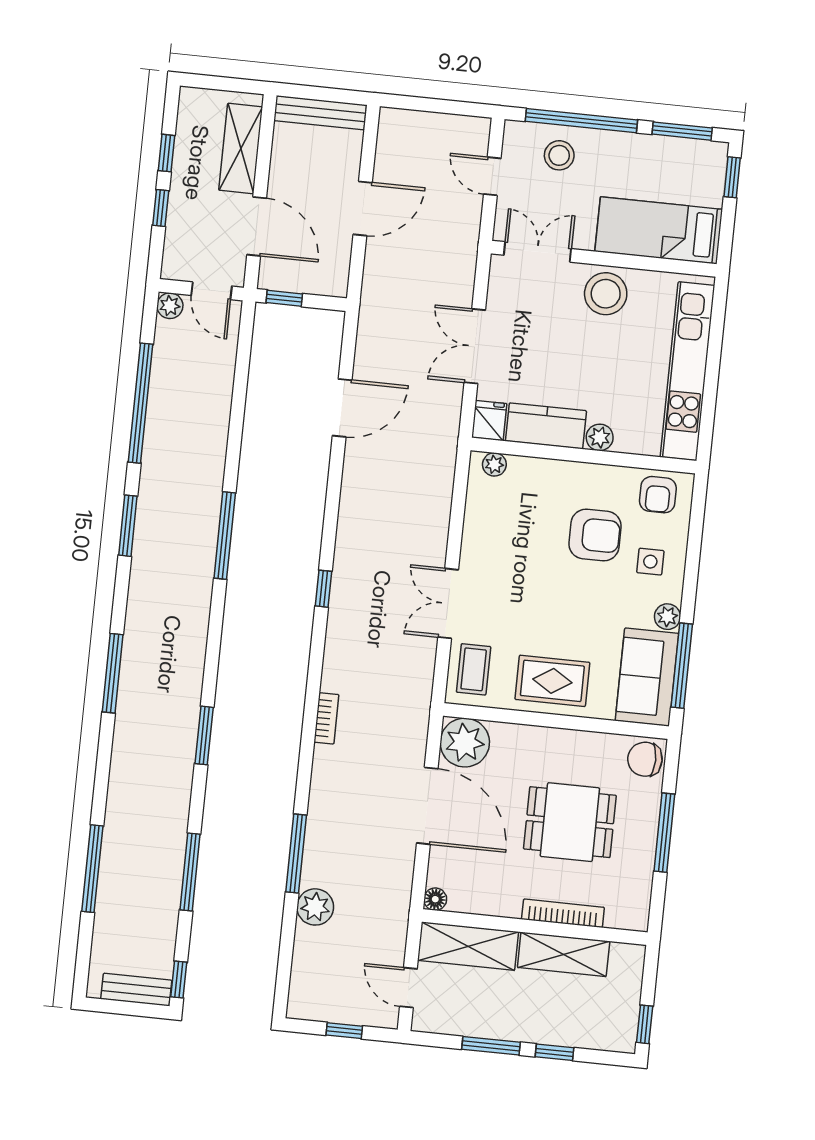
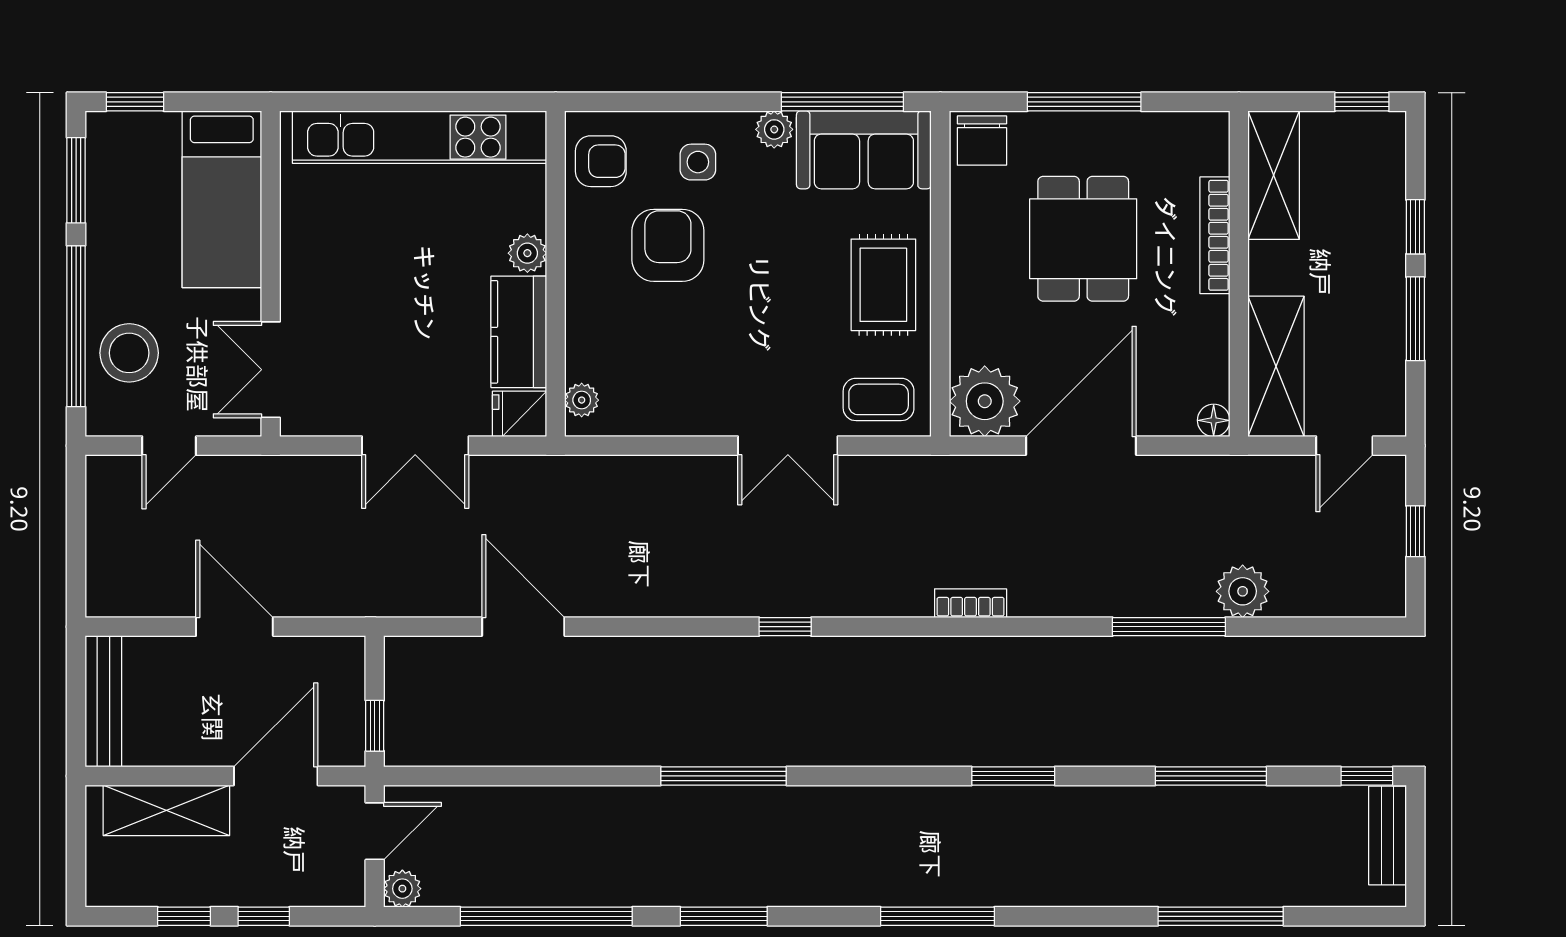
stool: (559, 155) -> (129, 353), width x1.38, depth x1.38
stool: (606, 294) -> (320, 266), removed
shelving: (564, 954) -> (1274, 175), moved

